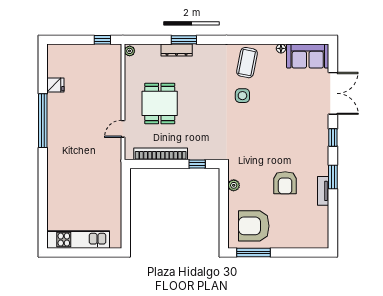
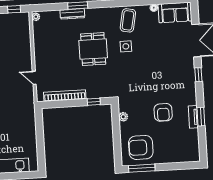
dining table: (160, 103) -> (93, 49), moved
door: (123, 129) -> (34, 78), hinge flipped
window: (333, 177) -> (201, 117), moved

